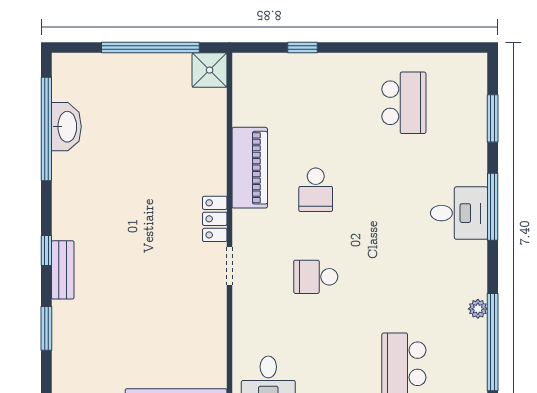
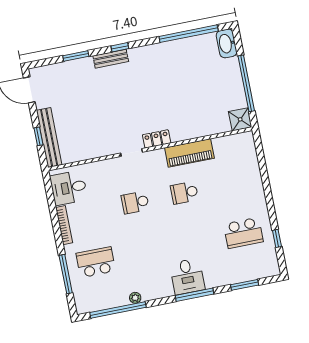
window: (303, 48) -> (277, 238), moved
washbasin: (66, 127) -> (227, 43), moved, turned 90
school desk: (316, 277) -> (135, 203), turned -90

